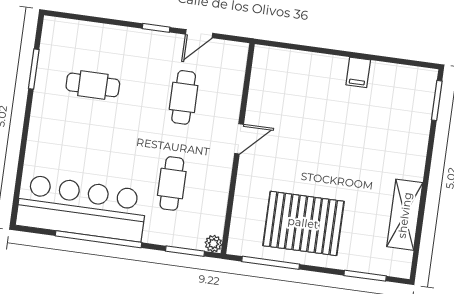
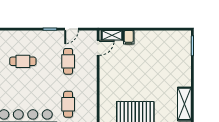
shelving: (279, 57) -> (112, 35), added
filing cabinet: (358, 72) -> (129, 37), moved
door: (239, 139) -> (98, 48), moved

